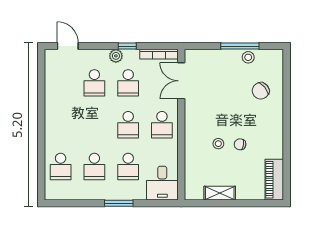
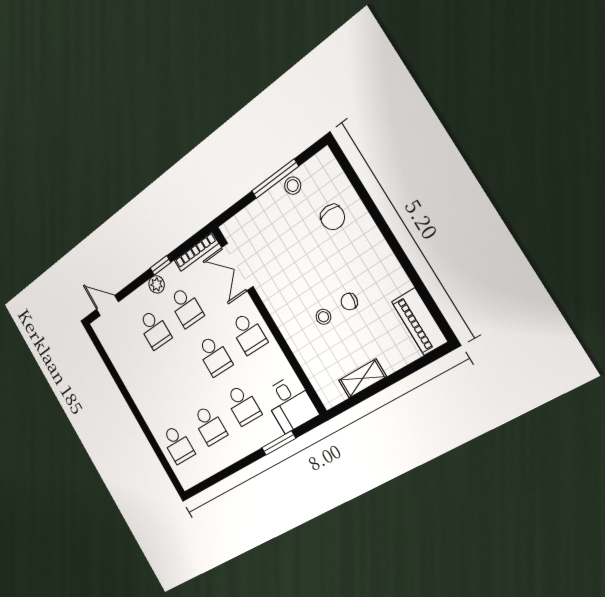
chair: (261, 91) -> (333, 217), turned -50
window: (119, 203) -> (279, 443), moved

